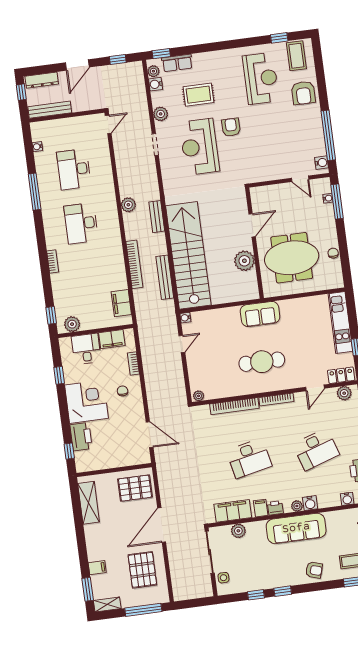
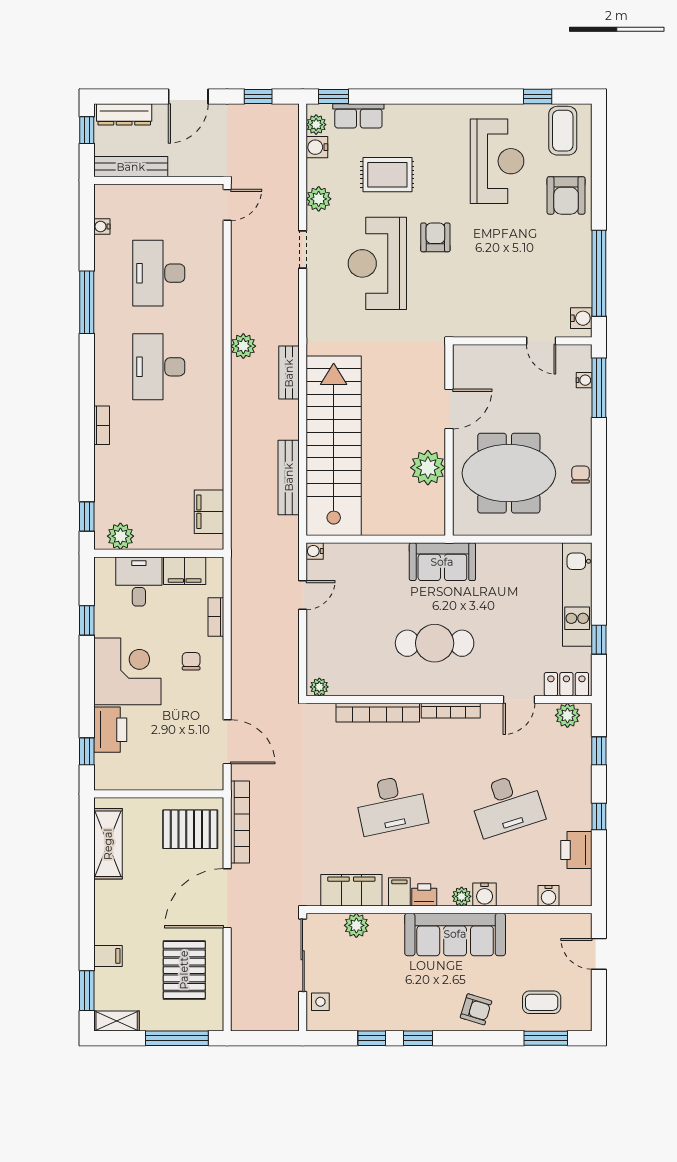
bookcase: (134, 264) -> (240, 822), moved

